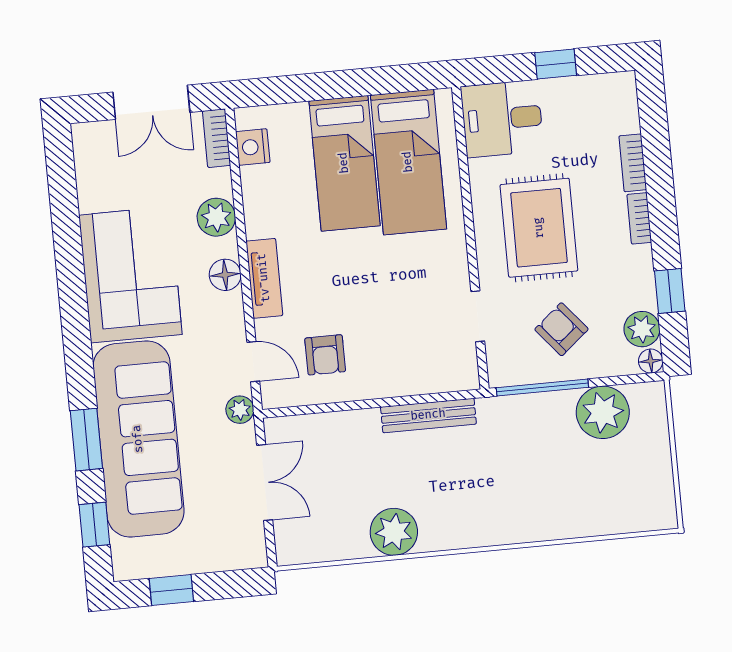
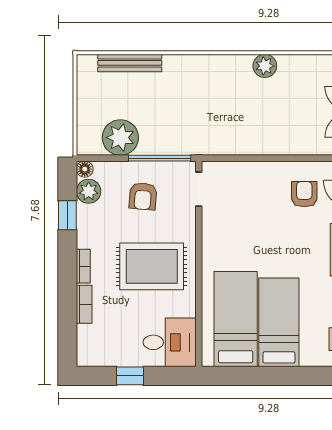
rug: (539, 228) -> (152, 266), turned 90
doorway: (478, 316) -> (199, 189), moved
armchair: (561, 329) -> (143, 196), turned 45
bench: (428, 415) -> (130, 63), moved
plant: (394, 532) -> (265, 66), width x0.73, depth x0.73

